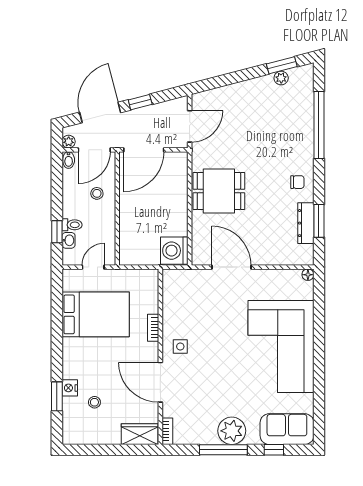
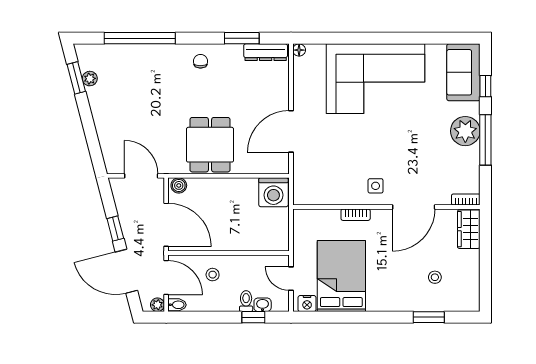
boiler: (181, 162) -> (179, 185), added
dresser: (306, 223) -> (266, 52), moved
nightstand: (70, 388) -> (307, 304), moved

